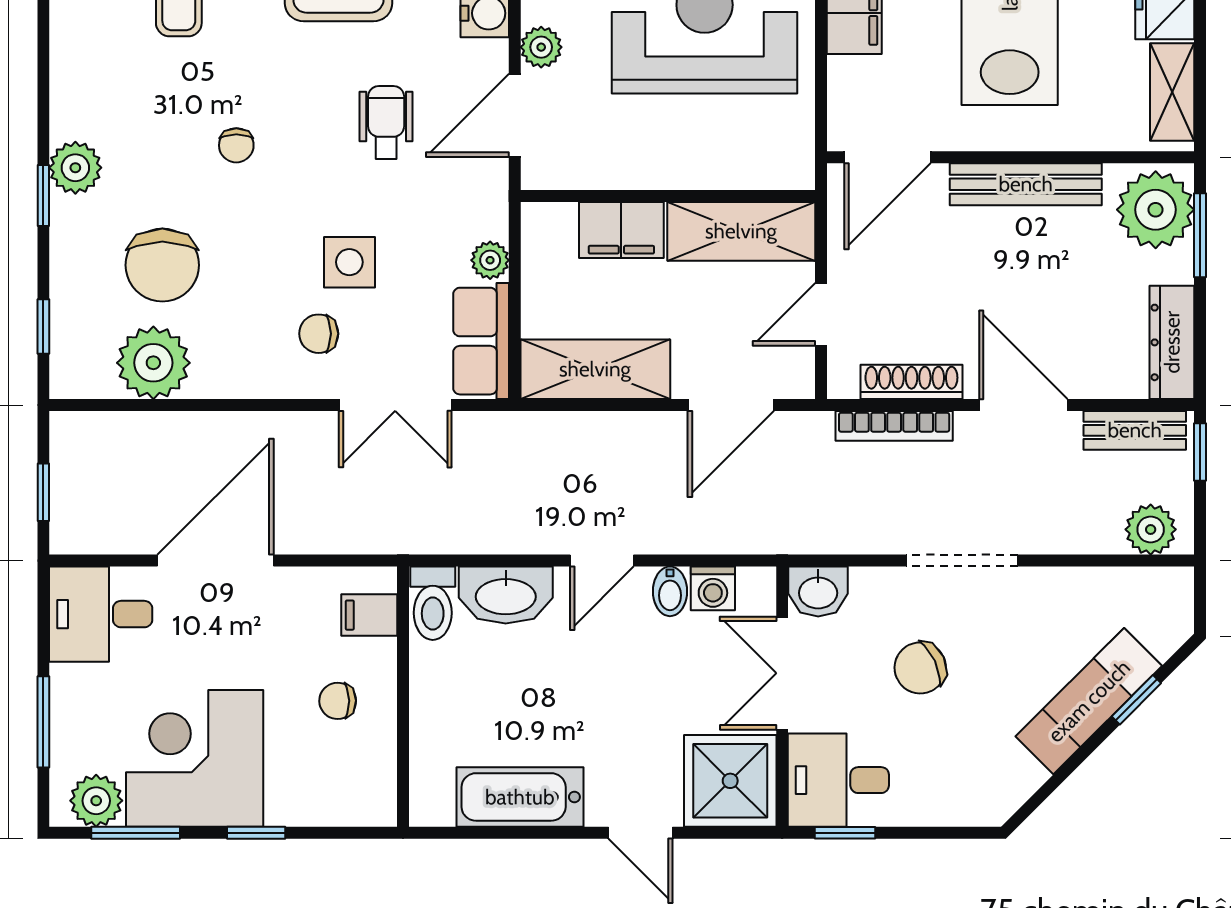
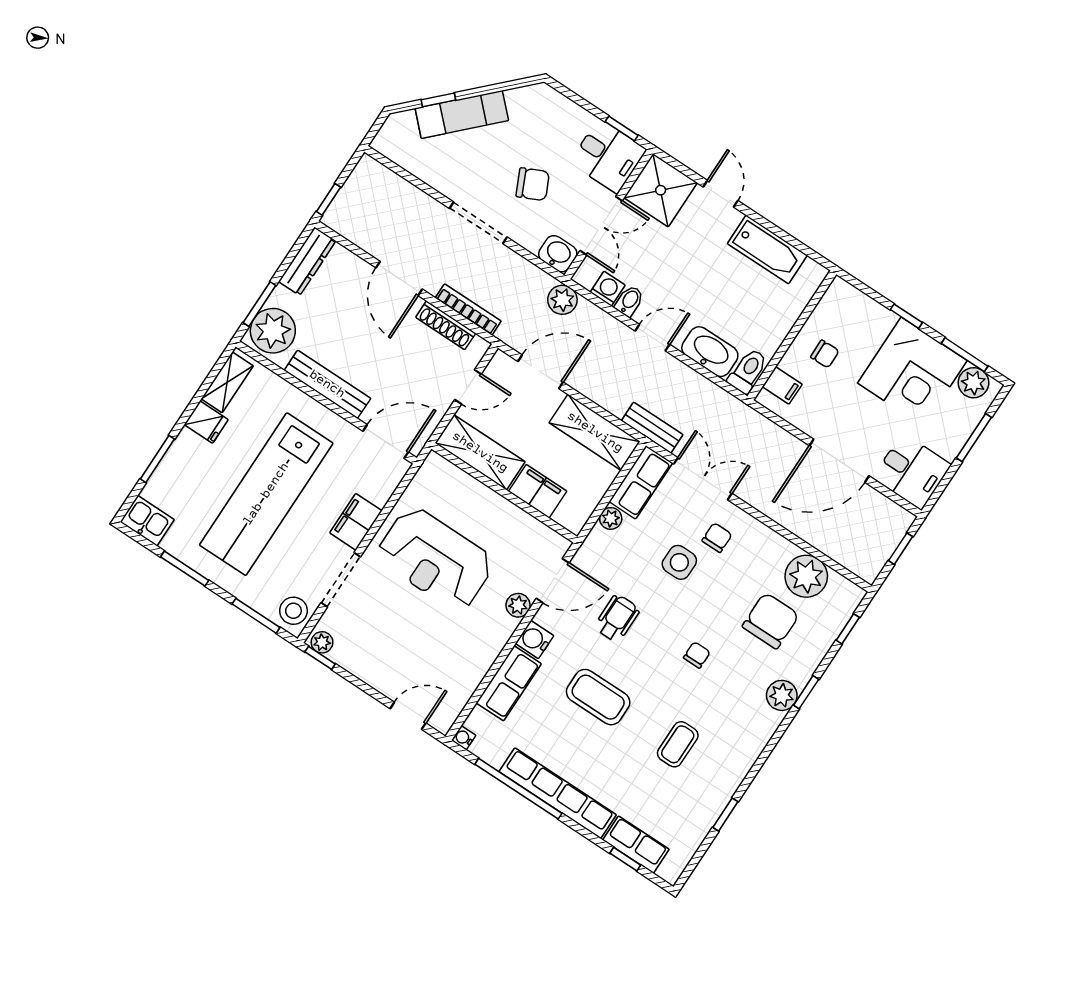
wheelchair: (386, 122) -> (617, 618), turned 180
chair: (319, 334) -> (717, 538), turned -90
bench: (1135, 430) -> (652, 428), moved
plant: (1151, 529) -> (562, 300), moved

